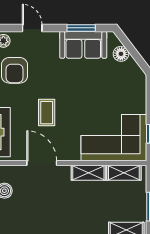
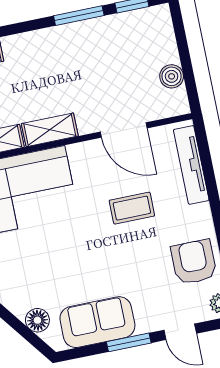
window: (81, 28) -> (129, 342), moved
coffee table: (47, 113) -> (132, 208), turned 90

